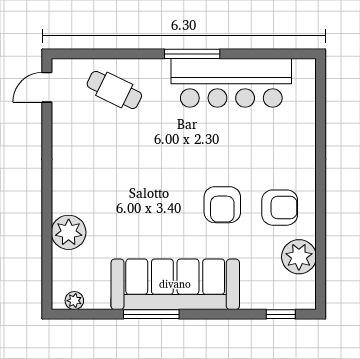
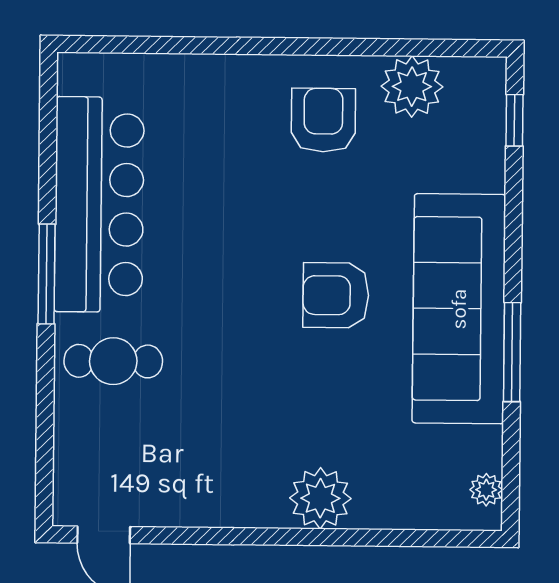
cafe table: (114, 90) -> (113, 361), moved, turned 64
armchair: (222, 205) -> (336, 295), moved, turned 180
plant: (69, 232) -> (320, 498), moved

